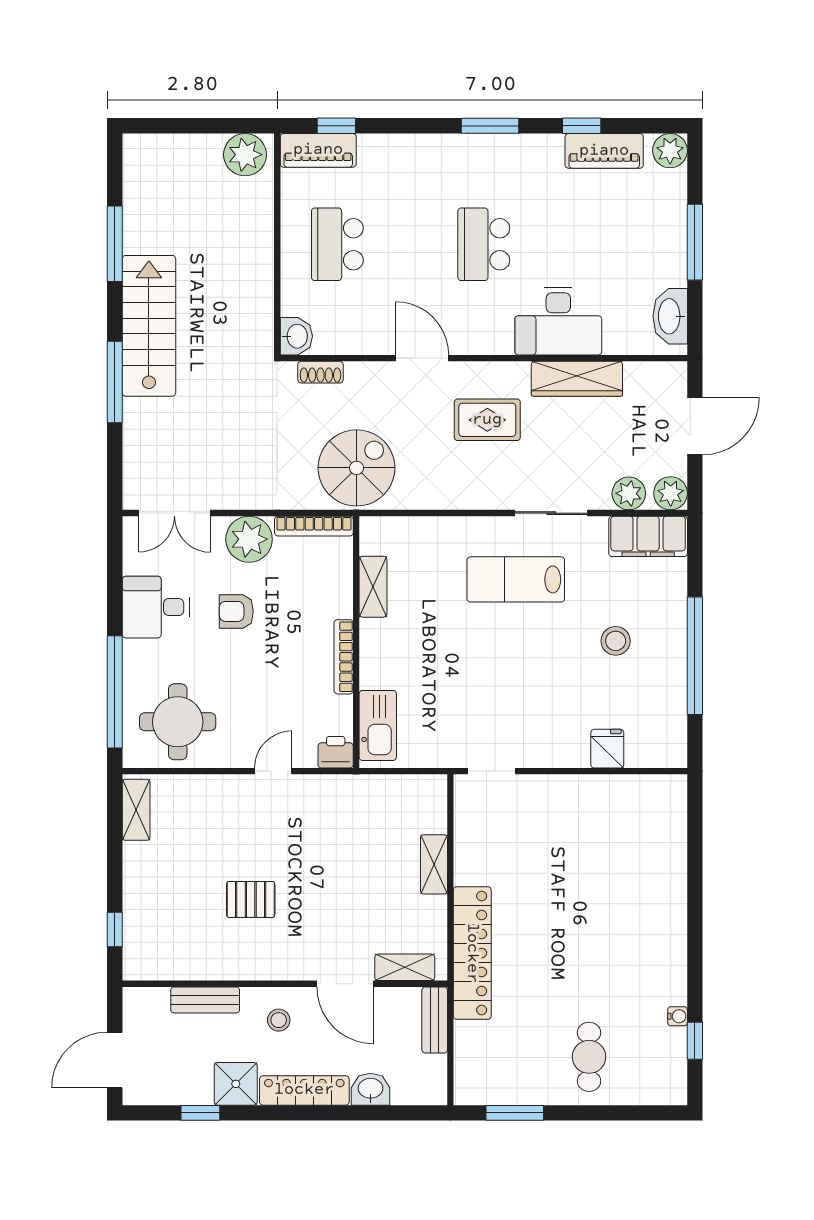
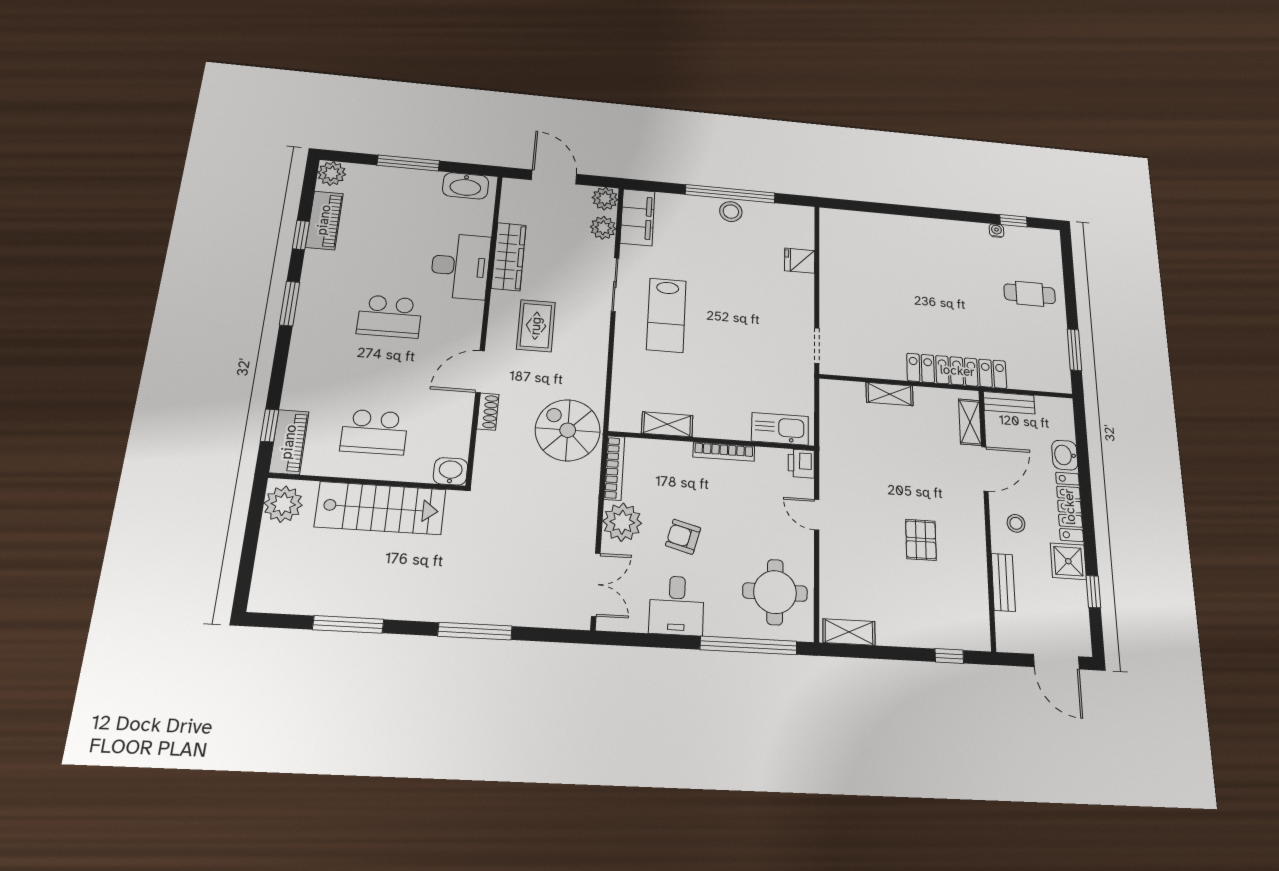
stairs: (149, 326) -> (380, 508), moved, turned 180
shoe rack: (320, 372) -> (488, 412), moved
armchair: (236, 611) -> (683, 537), turned 105
stool: (616, 641) -> (731, 212), moved

